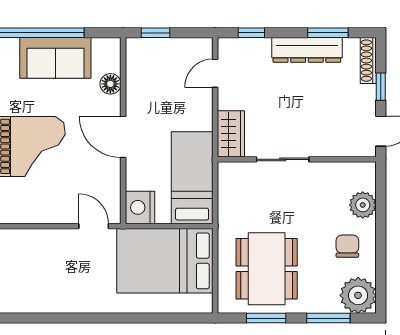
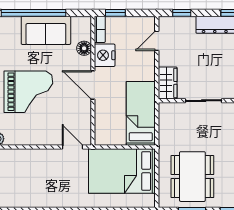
bookcase: (133, 57) -> (100, 29), added
nightstand: (140, 207) -> (105, 55), moved

